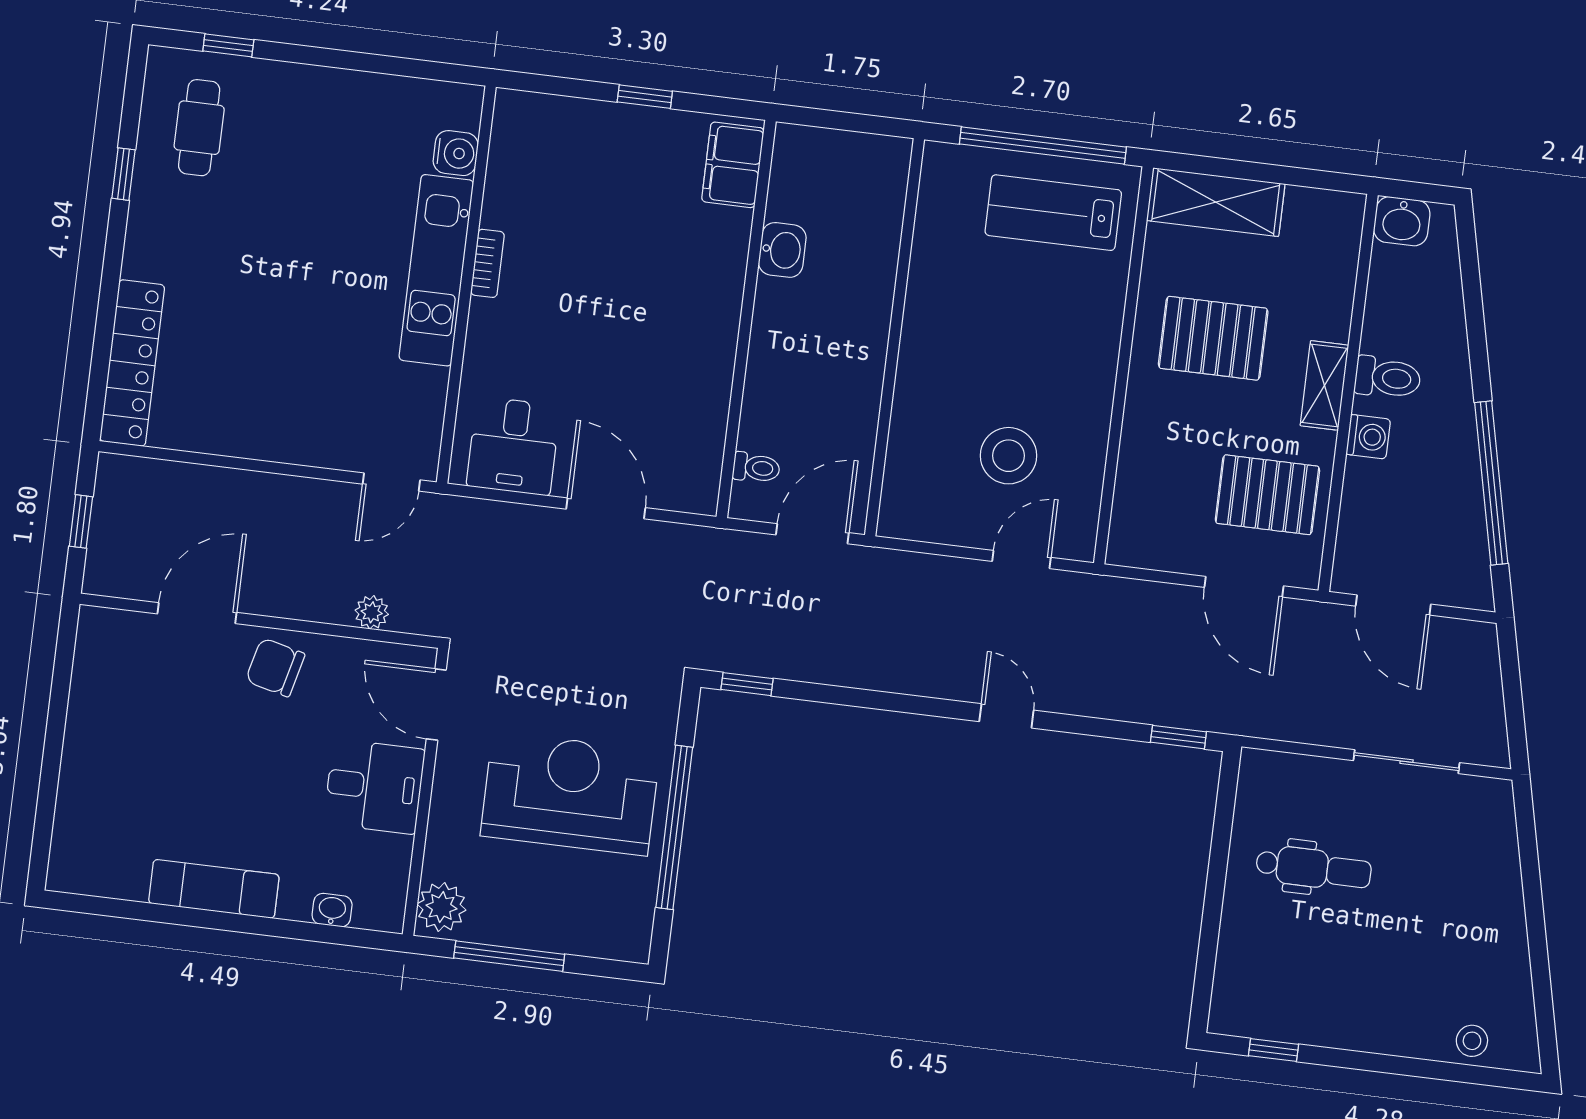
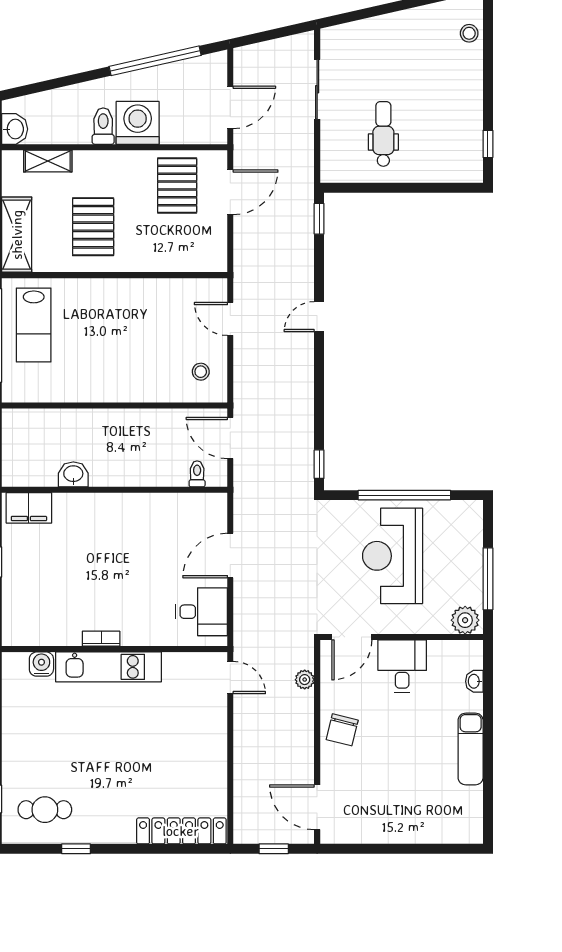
shelving: (1324, 385) -> (48, 161), moved
washing machine: (1368, 437) -> (138, 123), width x1.89, depth x1.89
stool: (1009, 456) -> (201, 372), moved, width x0.53, depth x0.53
door: (197, 613) -> (317, 807), moved

